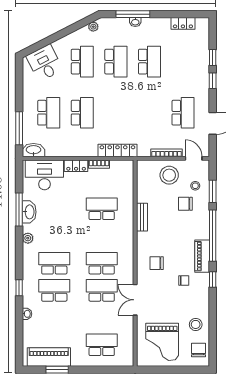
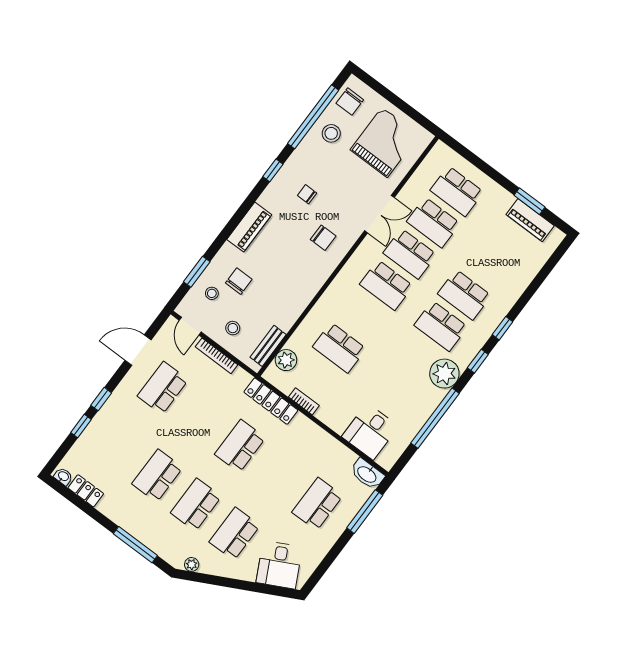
washbasin: (135, 22) -> (63, 476), moved
school desk: (82, 113) -> (240, 446), moved
locker: (76, 166) -> (332, 419), removed
desk: (44, 175) -> (370, 432), width x0.73
stool: (169, 175) -> (233, 328), width x0.53, depth x0.53
plant: (126, 180) -> (286, 360), added
chair: (185, 204) -> (239, 281), turned -90
window: (19, 209) -> (435, 418), width x1.46
washbasin: (29, 212) -> (426, 407), removed
bench: (142, 217) -> (268, 346), moved
window: (213, 236) -> (313, 117), moved
plant: (28, 238) -> (444, 374), width x1.88, depth x1.88
piano: (202, 256) -> (249, 227), moved
window: (19, 259) -> (478, 361), added
washbasin: (27, 314) -> (516, 291), removed
school desk: (102, 318) -> (433, 222), added
piano: (49, 357) -> (530, 220), width x0.73, depth x0.75

